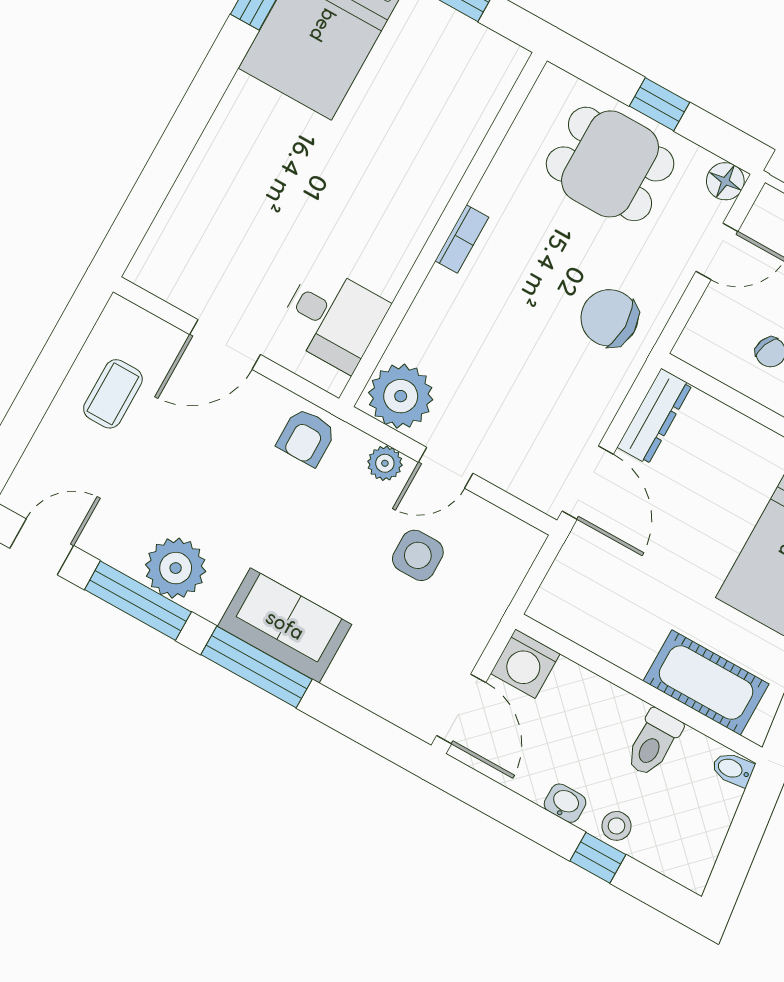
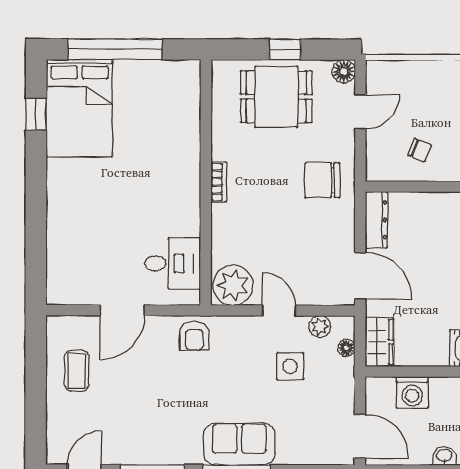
plant: (385, 463) -> (320, 326), moved
door: (446, 468) -> (279, 311), swing flipped
plant: (176, 568) -> (163, 446), removed
floor lamp: (512, 574) -> (346, 348), added
wardrobe: (563, 591) -> (379, 342), added
washing machine: (525, 664) -> (412, 392), moved

